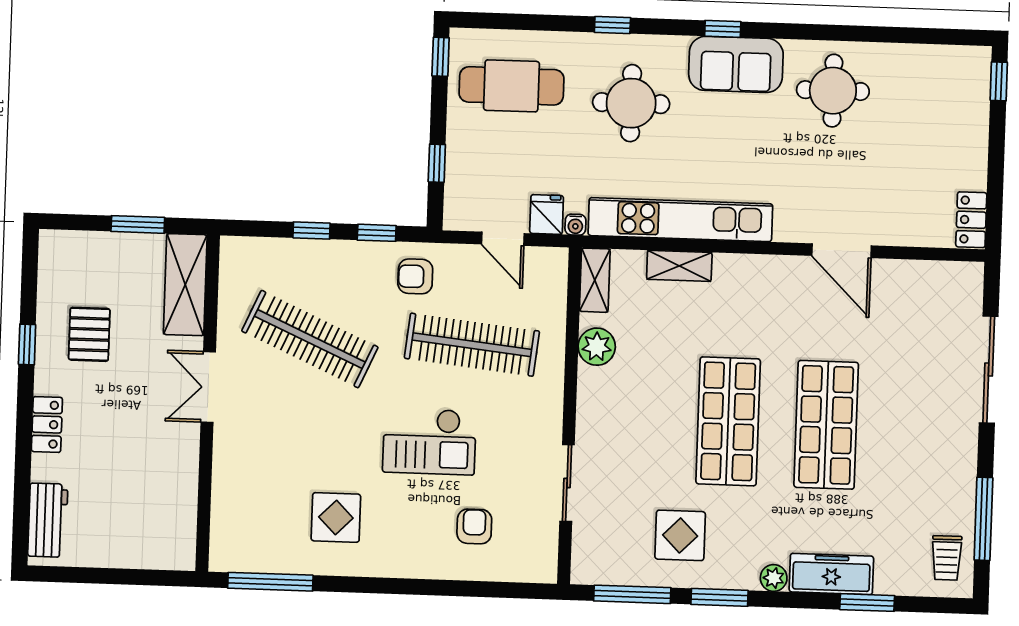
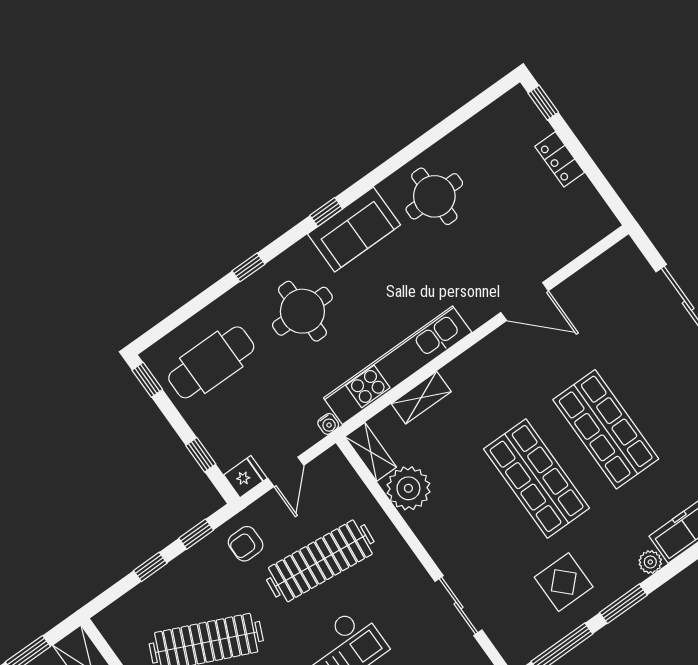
fridge: (547, 214) -> (245, 477), moved, turned 90
locker: (971, 220) -> (560, 159), moved
door: (503, 239) -> (286, 472), hinge flipped
plant: (597, 347) -> (408, 488), width x1.36, depth x1.36

